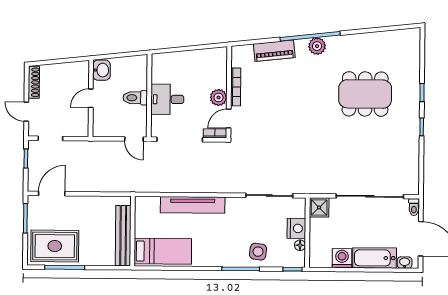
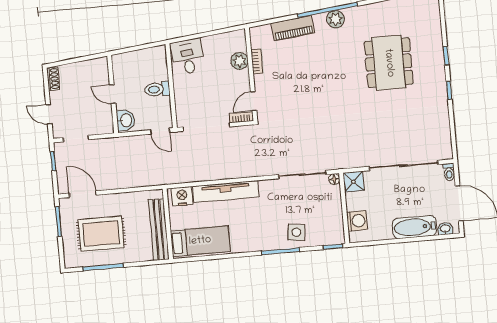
washbasin: (102, 70) -> (126, 120), moved
shoe rack: (34, 82) -> (53, 79), width x0.70
bookcase: (236, 87) -> (257, 61), width x0.64
dining table: (365, 94) -> (389, 63), turned 90
plant: (219, 97) -> (240, 61), moved
door: (91, 98) -> (113, 94), hinge flipped
desk: (167, 99) -> (188, 57), moved, turned 84
door: (52, 194) -> (83, 194), hinge flipped
nightstand: (296, 228) -> (182, 196), moved, turned -90
floor lamp: (300, 245) -> (334, 179), moved
rug: (55, 246) -> (101, 234), moved
washing machine: (342, 258) -> (357, 221), moved, turned 90

